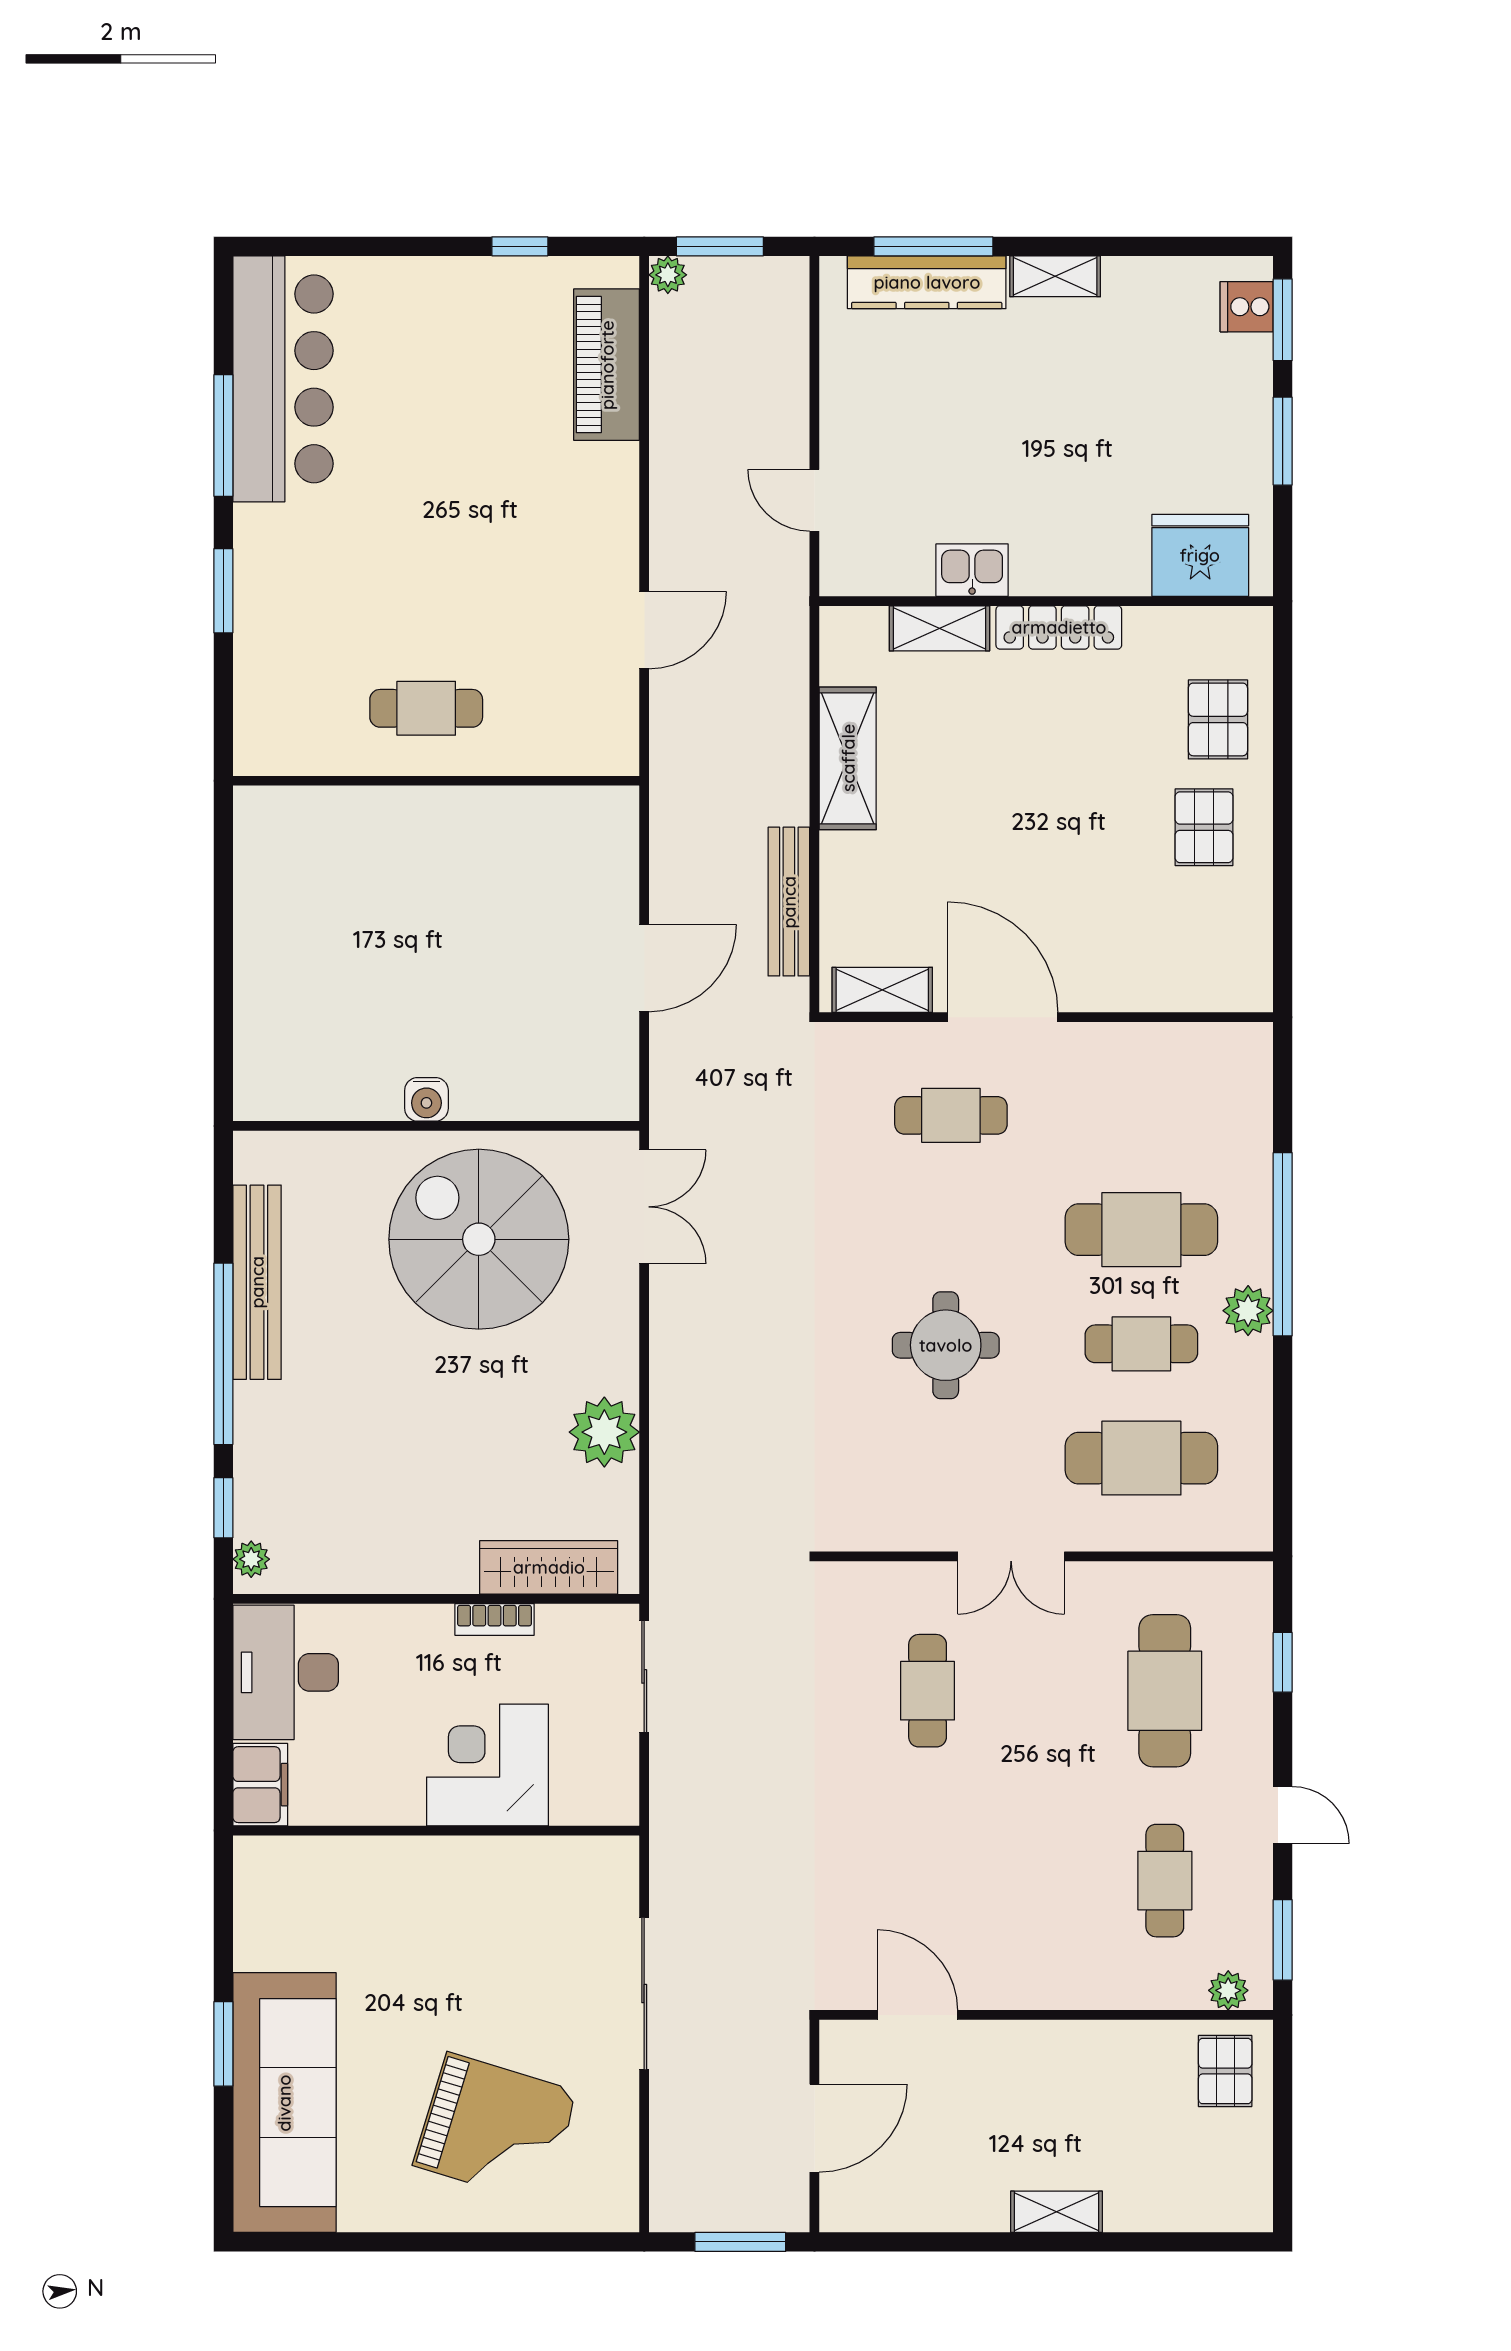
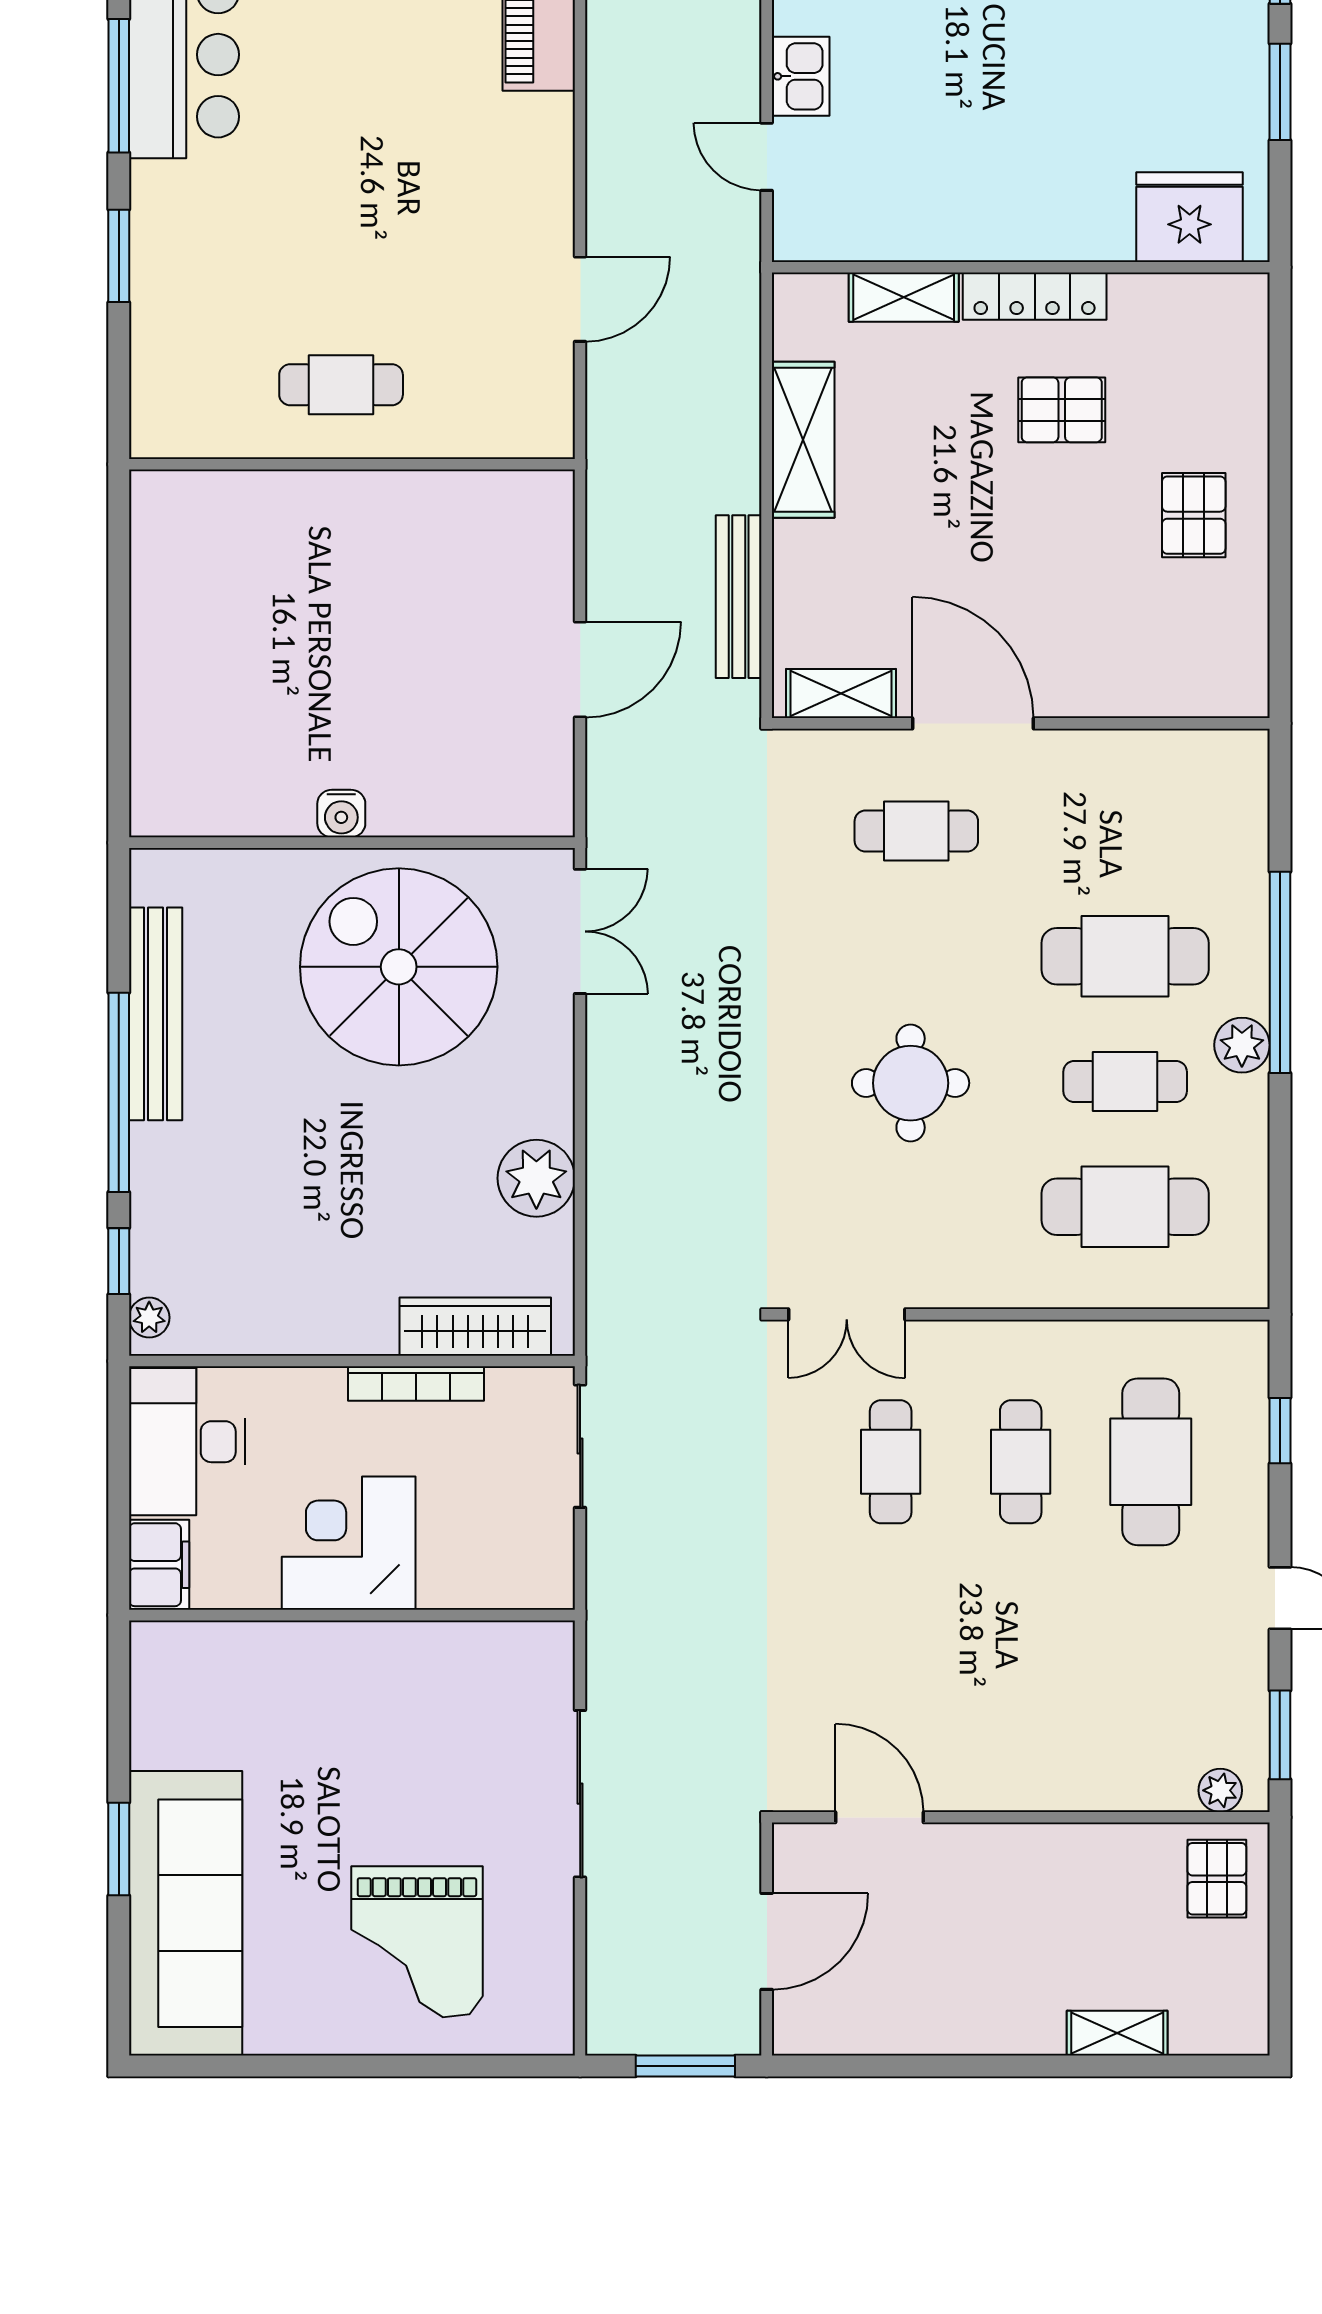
kitchen sink: (972, 570) -> (801, 76), moved, turned 90
pallet: (1218, 719) -> (1062, 410), moved, turned 90
double door: (1011, 1556) -> (847, 1314), moved
bookcase: (495, 1619) -> (416, 1384), width x1.56
corner desk: (487, 1765) -> (349, 1543), moved
cafe table: (1165, 1881) -> (1021, 1462), moved
grand piano: (495, 2128) -> (417, 1942), turned 73
shelving: (1057, 2212) -> (1117, 2033), moved

